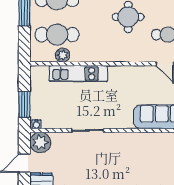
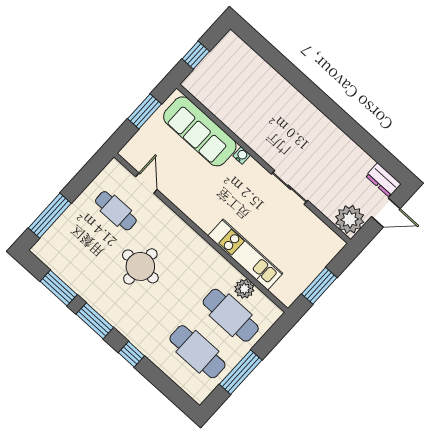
window: (24, 104) -> (319, 286), moved
water cooler: (36, 124) -> (242, 155), moved

